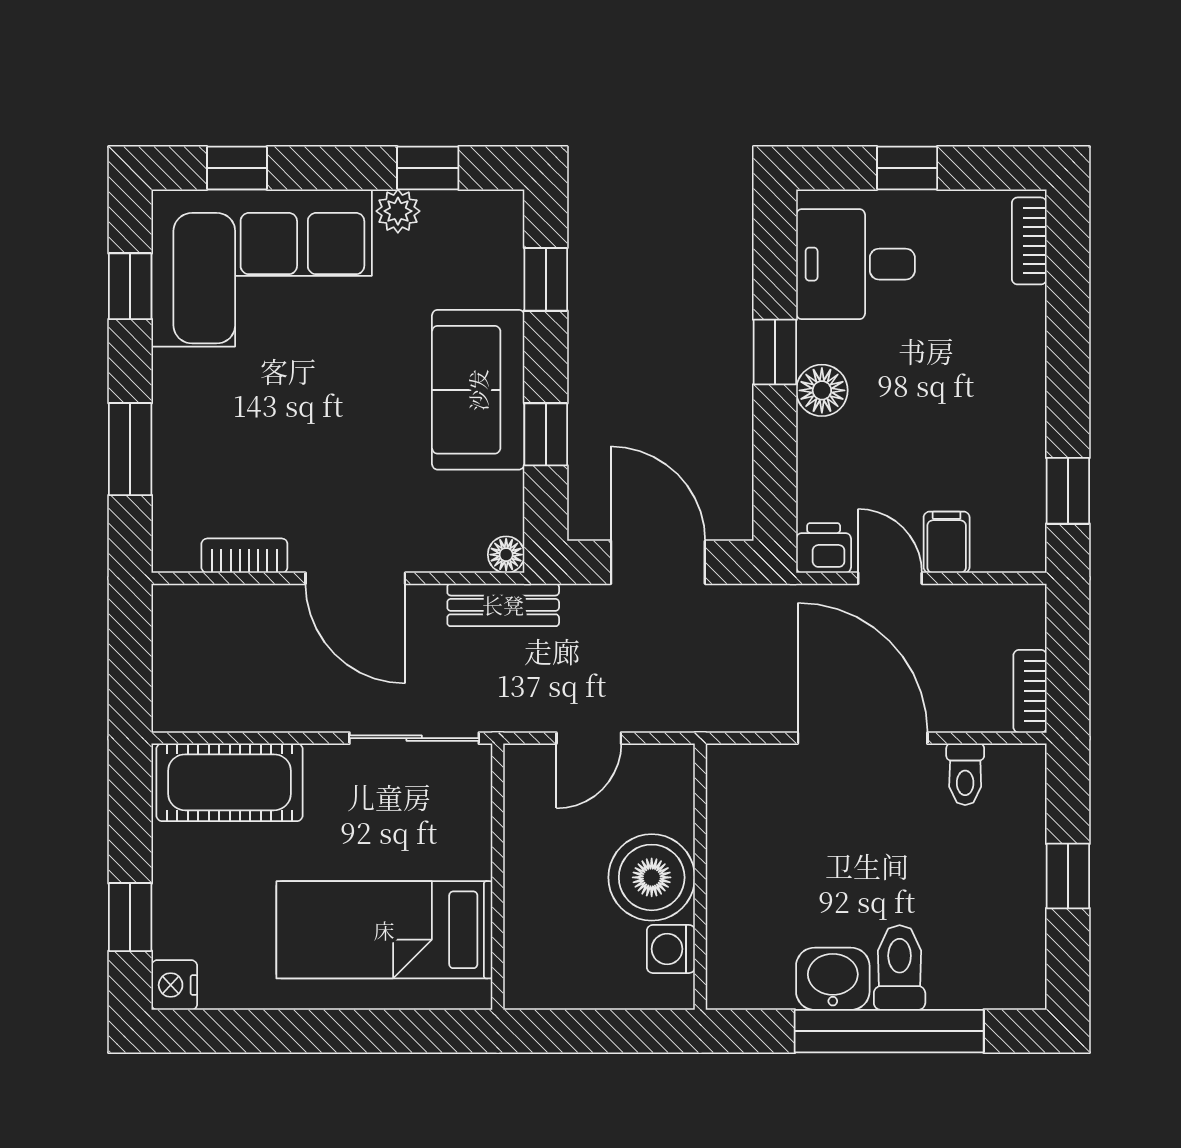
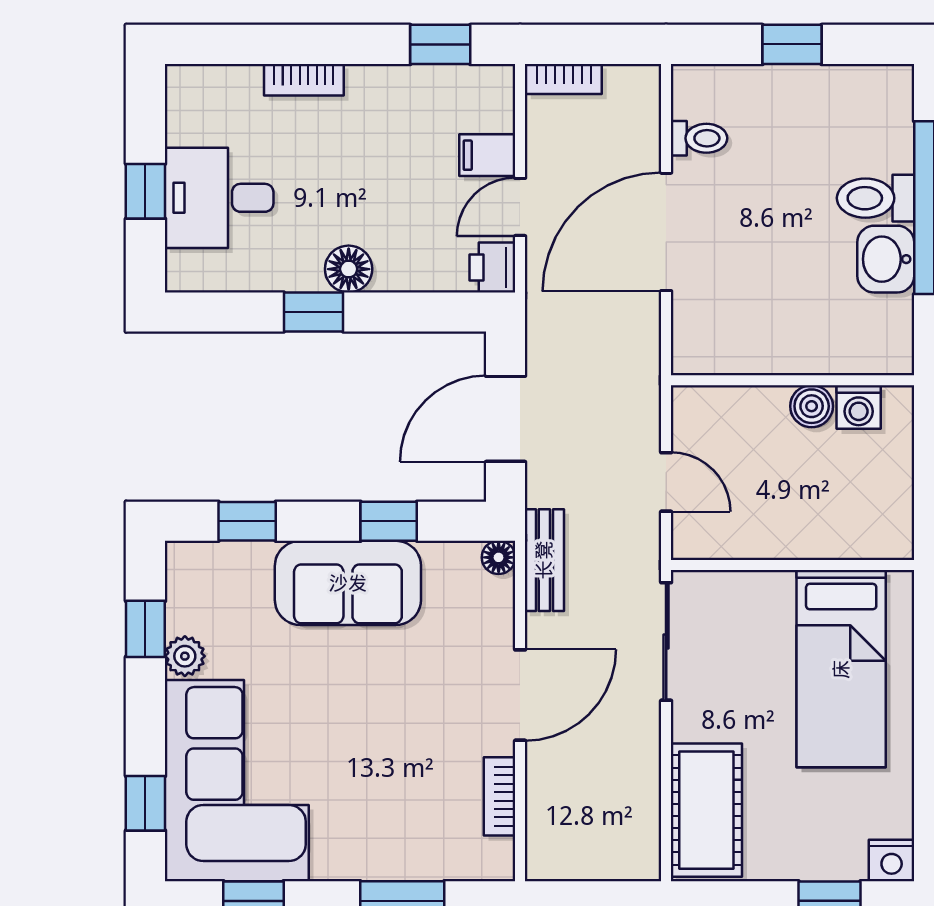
bookcase: (1029, 241) -> (304, 80), moved
desk: (856, 264) -> (219, 198), moved, turned 90
bookcase: (1030, 691) -> (564, 79), moved
boiler: (652, 877) -> (812, 406), width x0.54, depth x0.54

